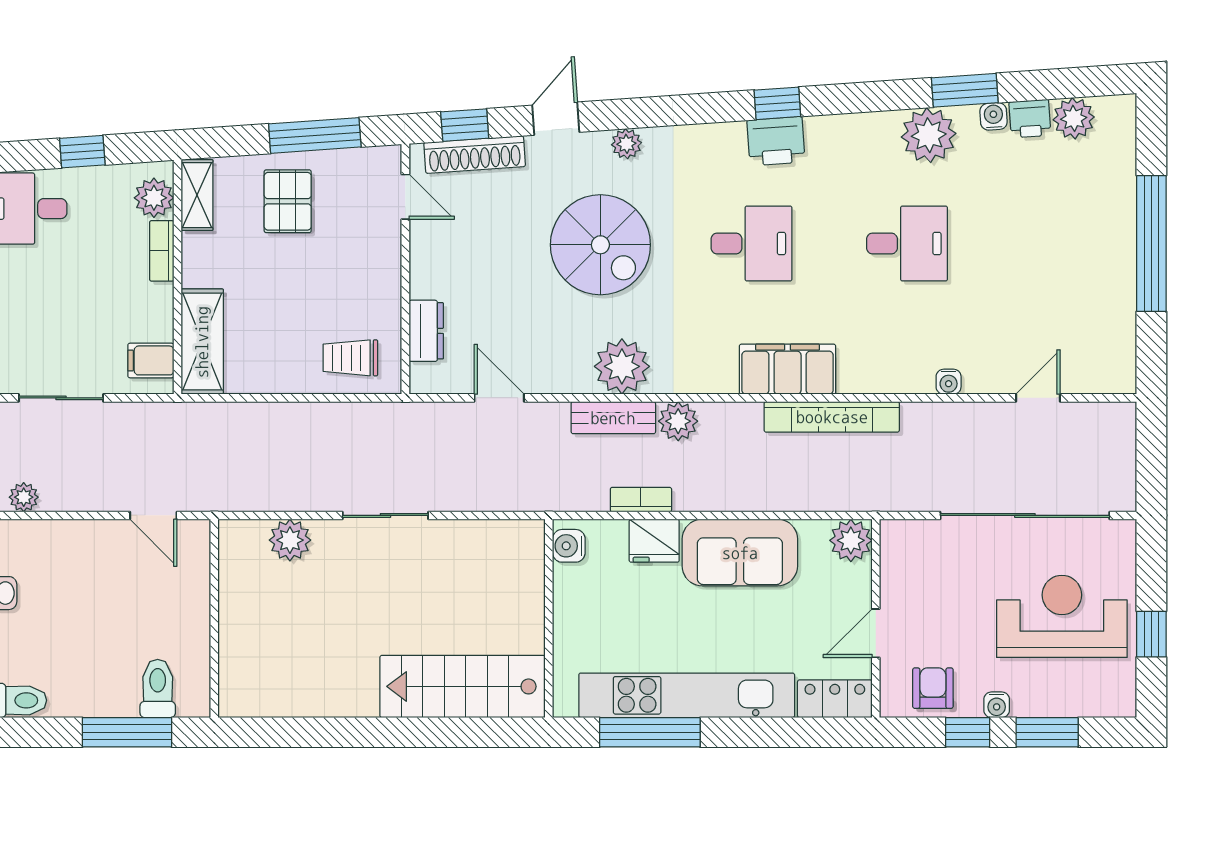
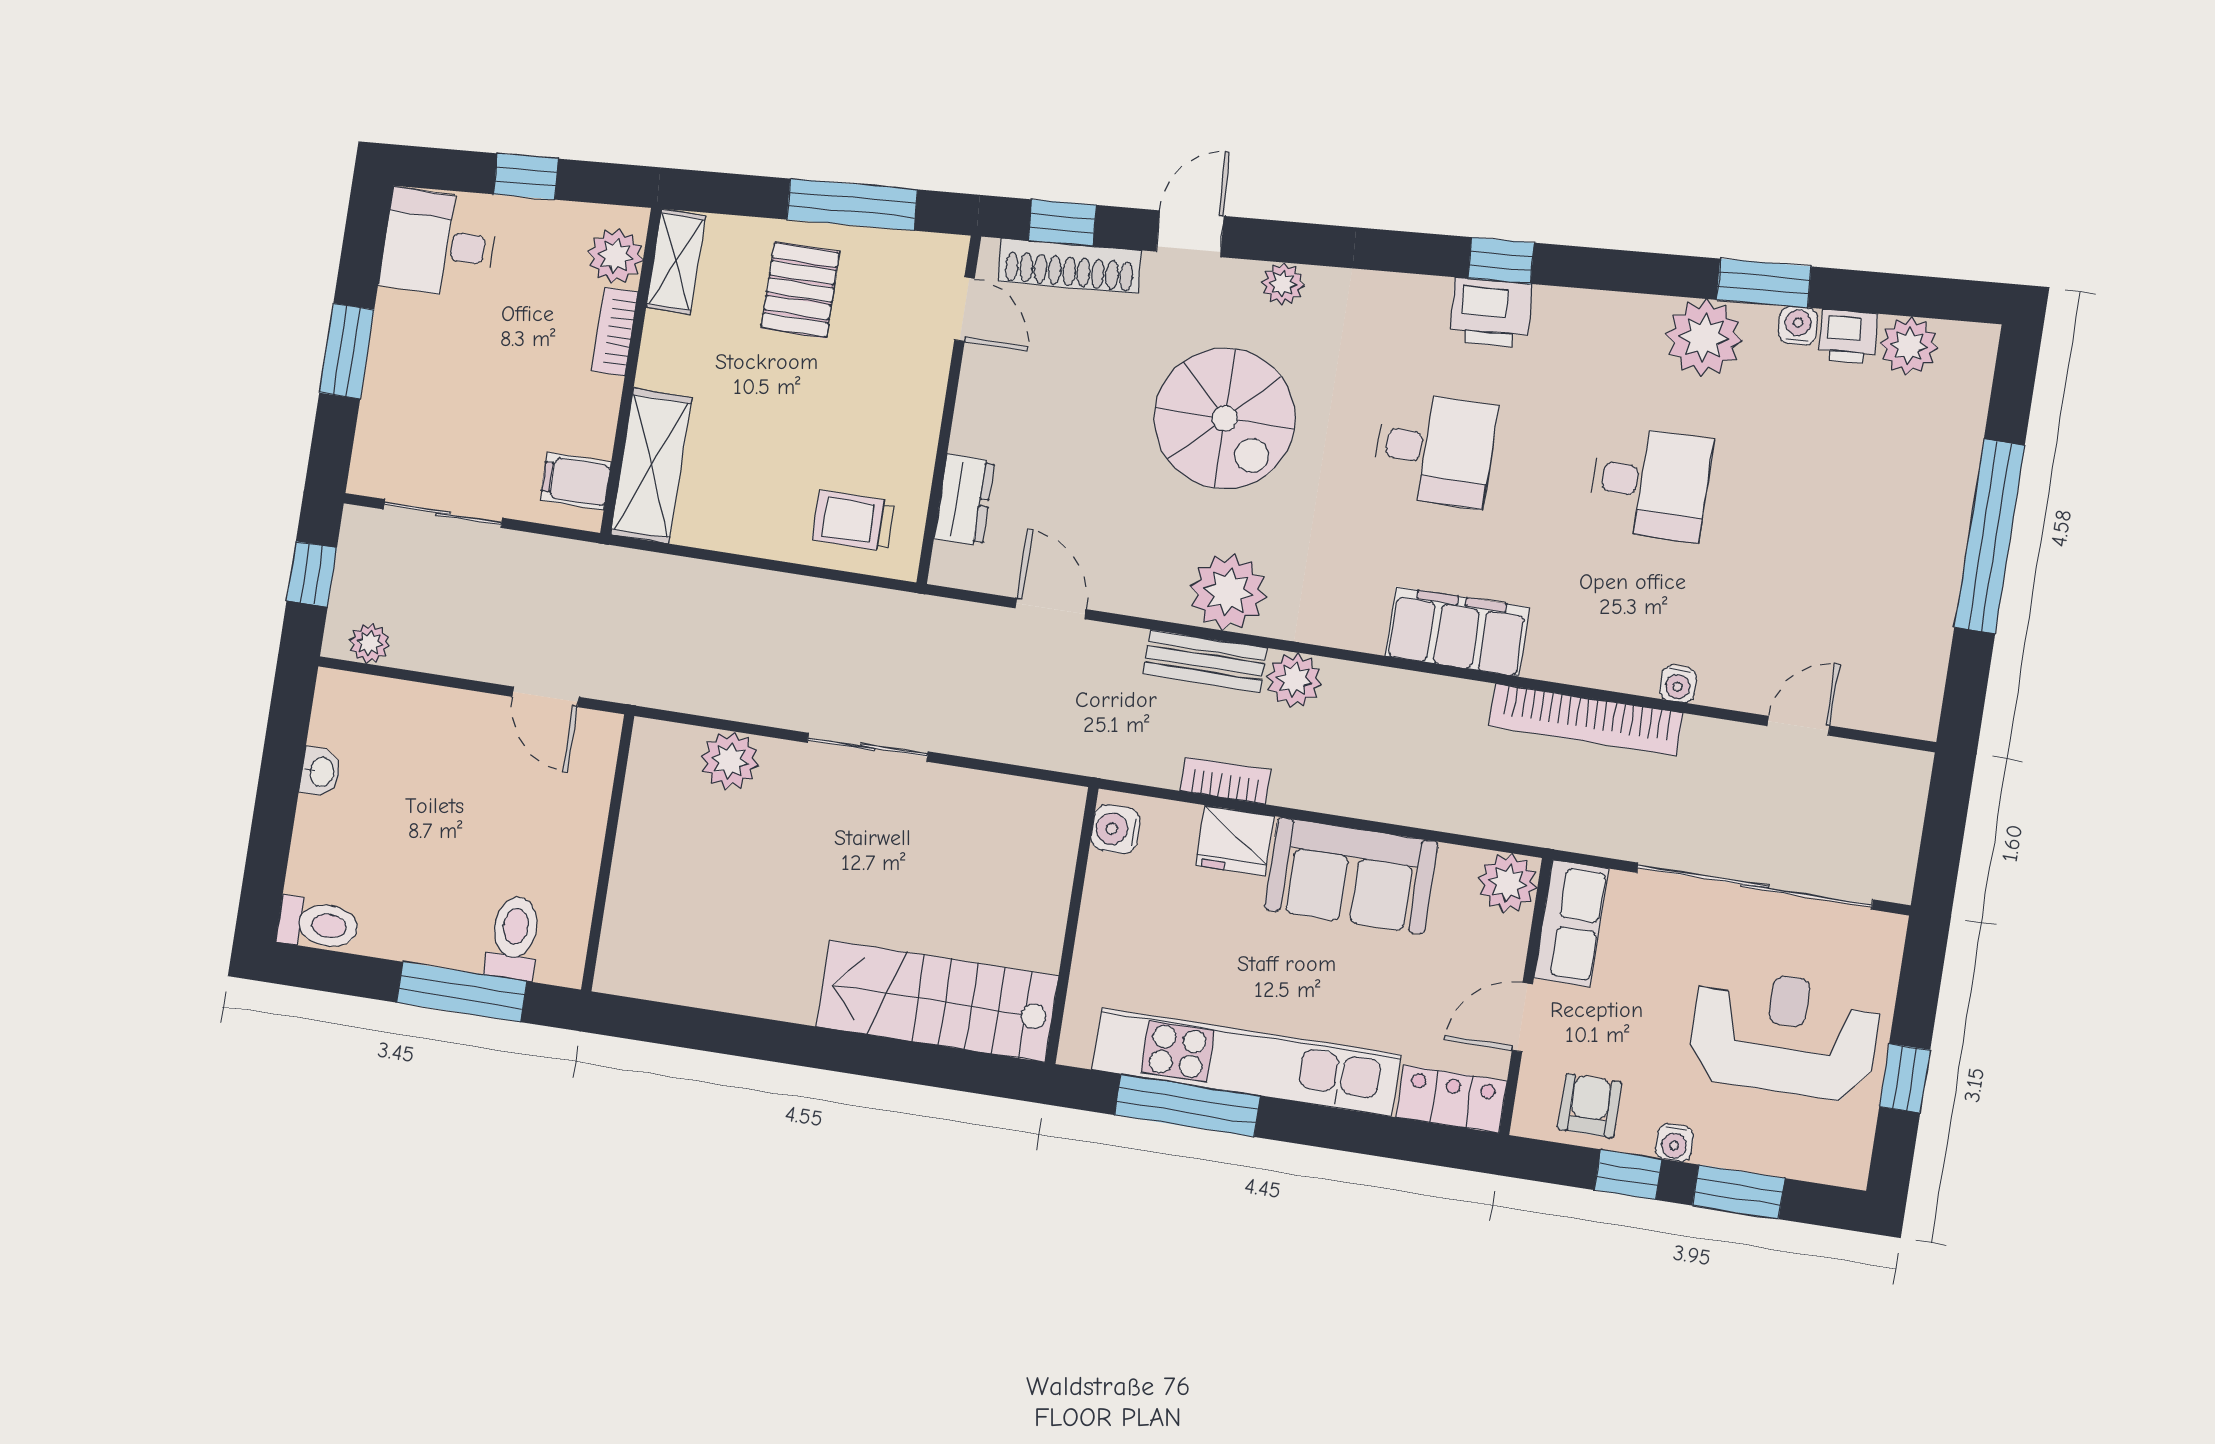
bookcase: (832, 417) -> (1586, 720), moved
row of seats: (900, 562) -> (1571, 923), added

